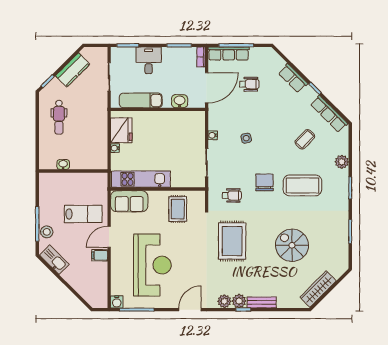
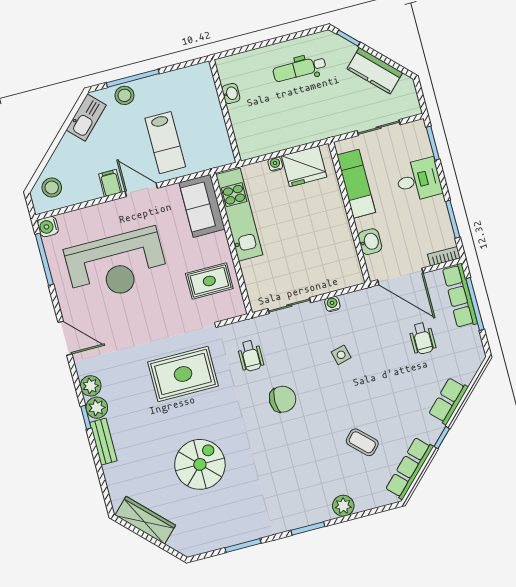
coffee table: (302, 185) -> (293, 457), removed
stool: (93, 293) -> (52, 188), added

